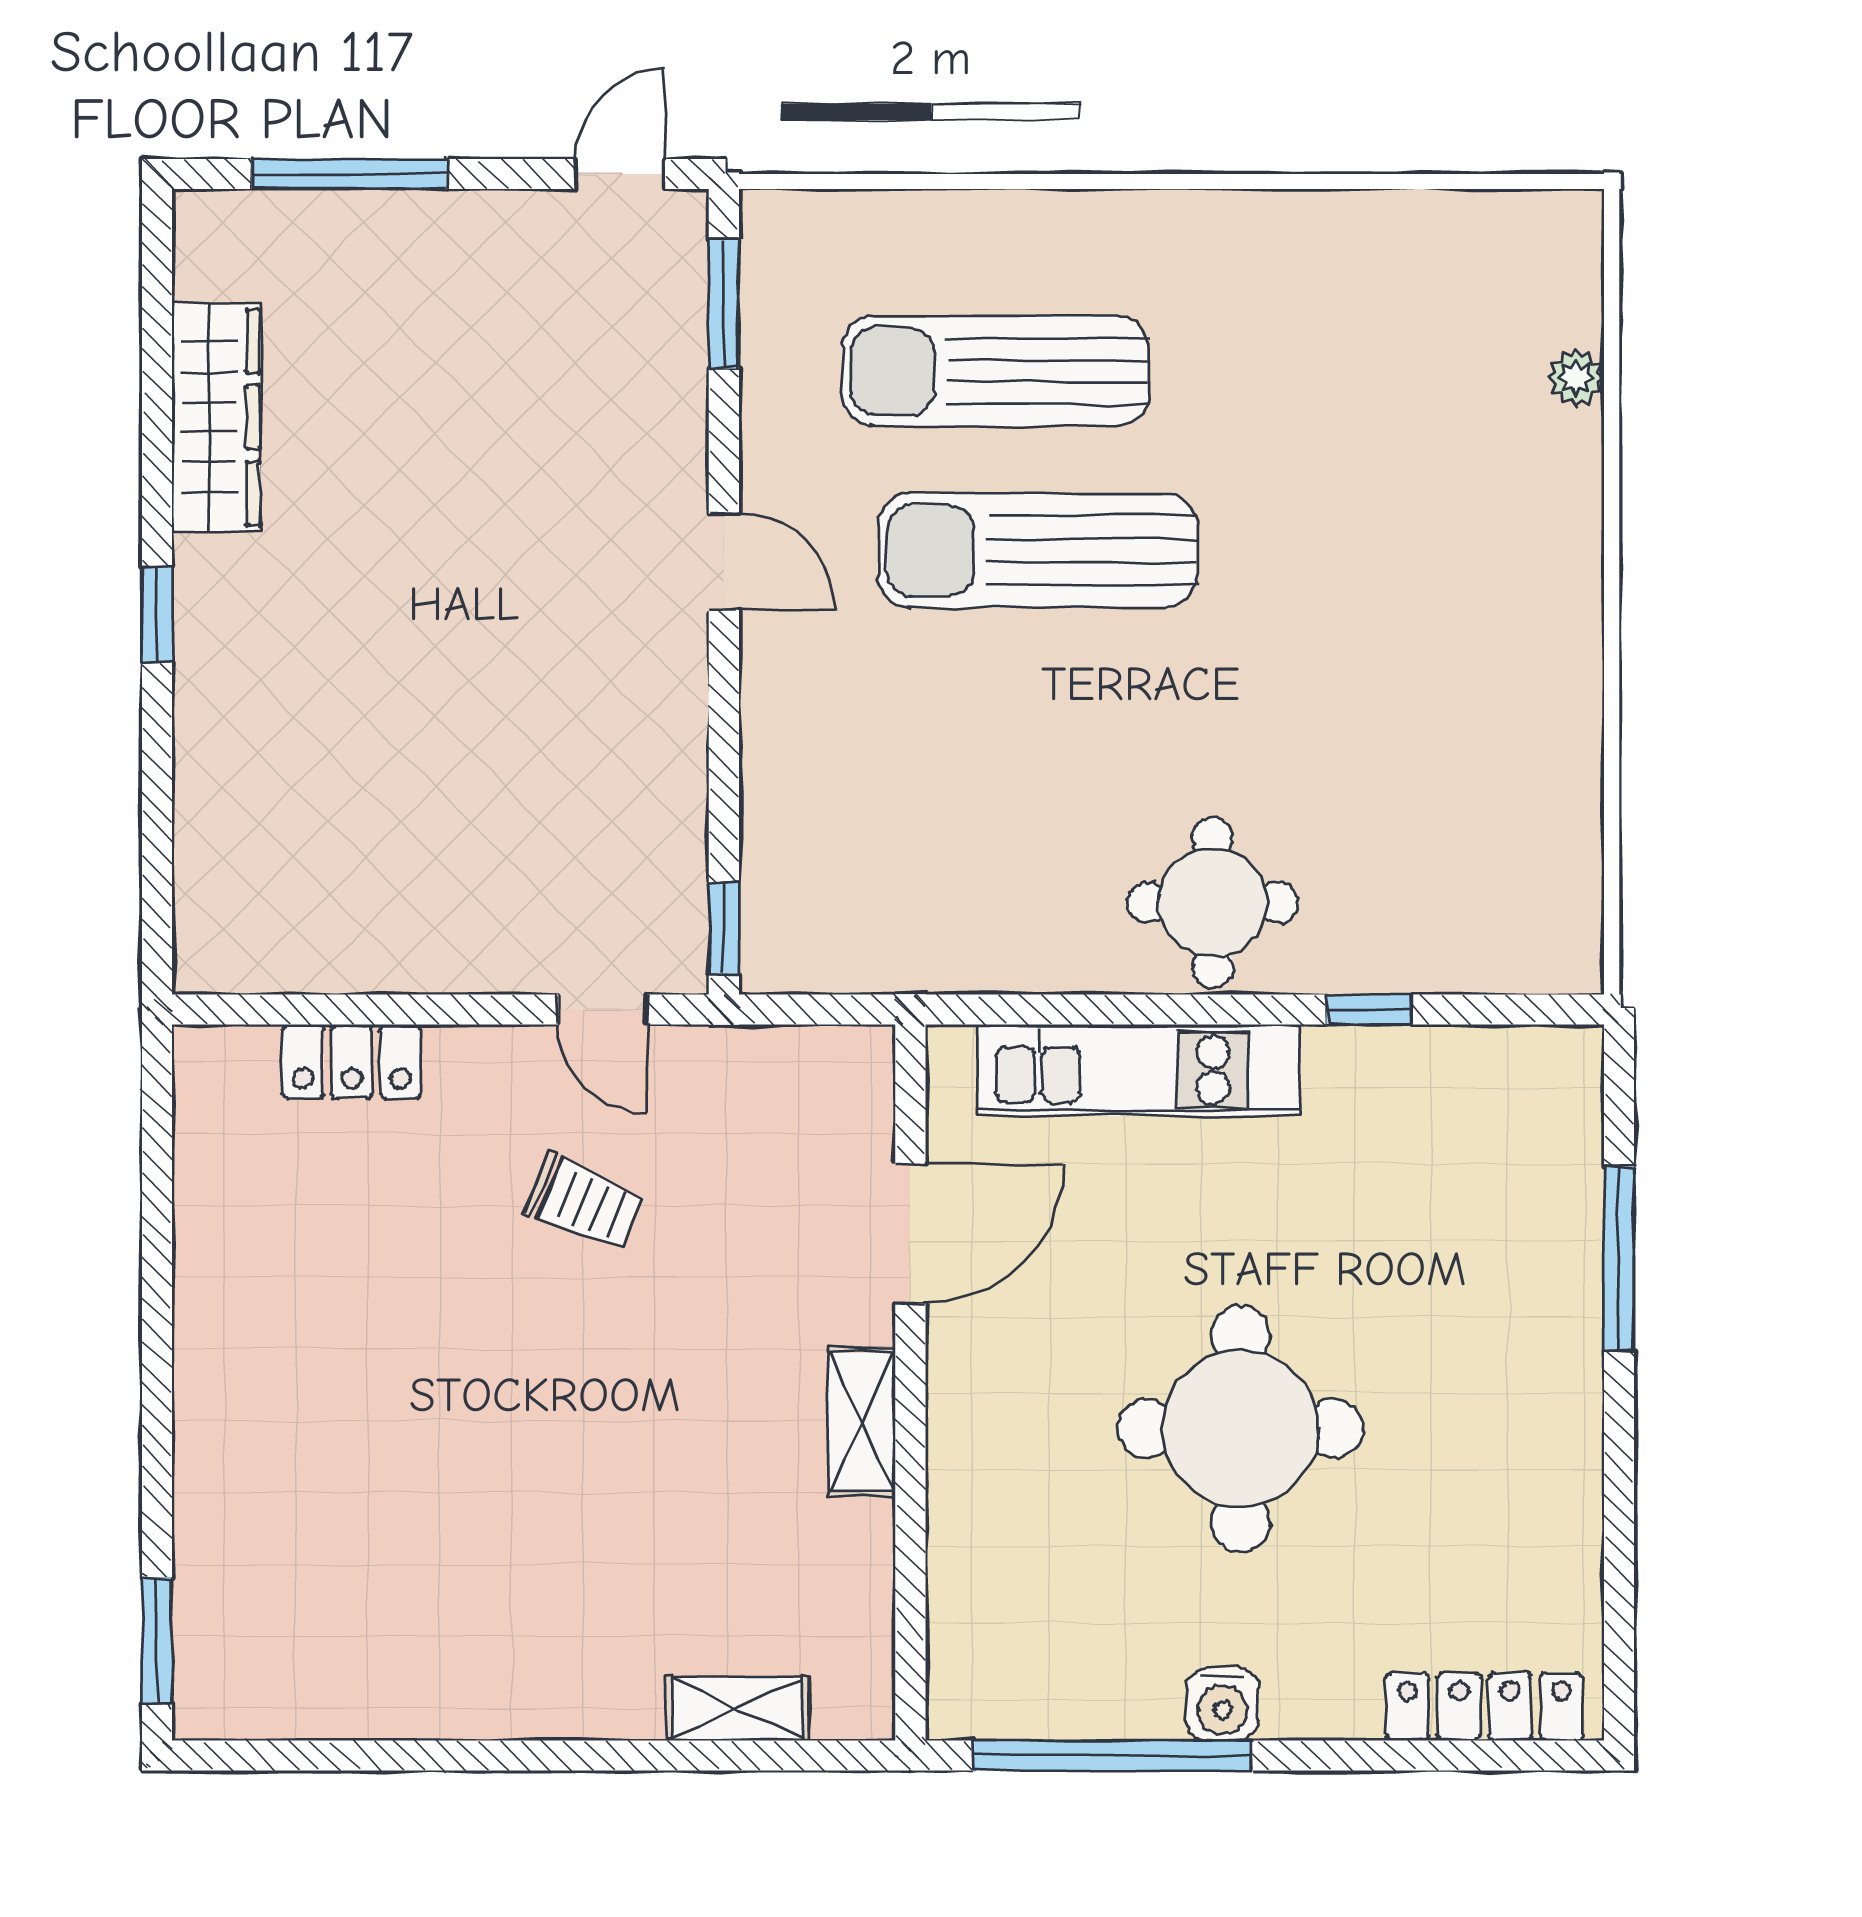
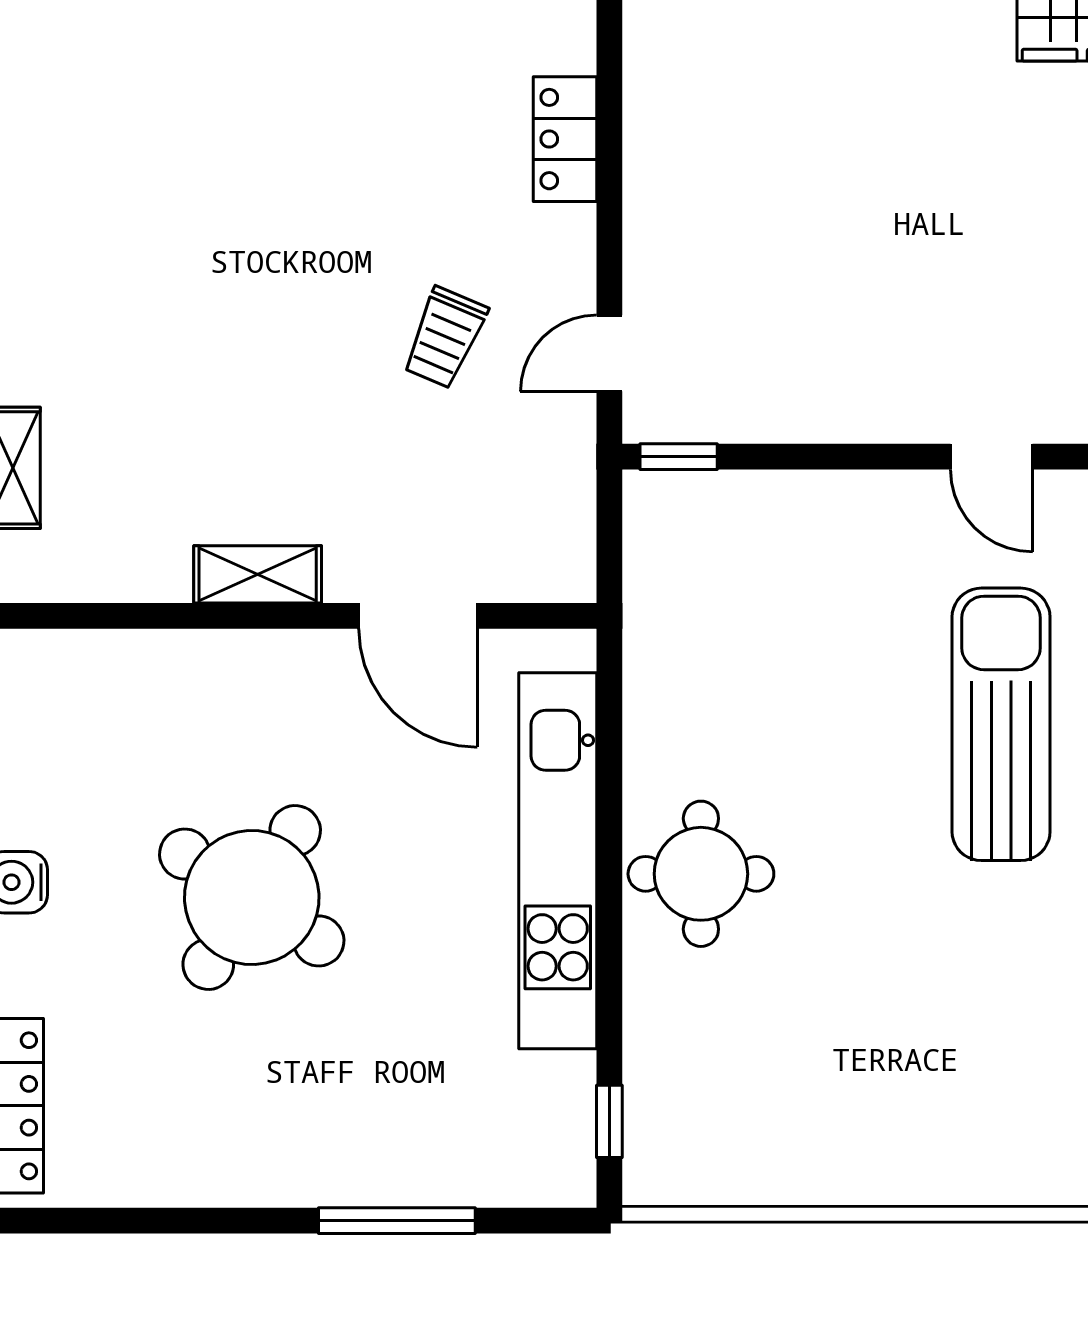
door: (724, 562) -> (991, 457), hinge flipped
window: (1369, 1010) -> (609, 1121), moved
kitchen unit: (1139, 1070) -> (558, 861), width x1.36
round table: (1240, 1429) -> (252, 897), turned 33

